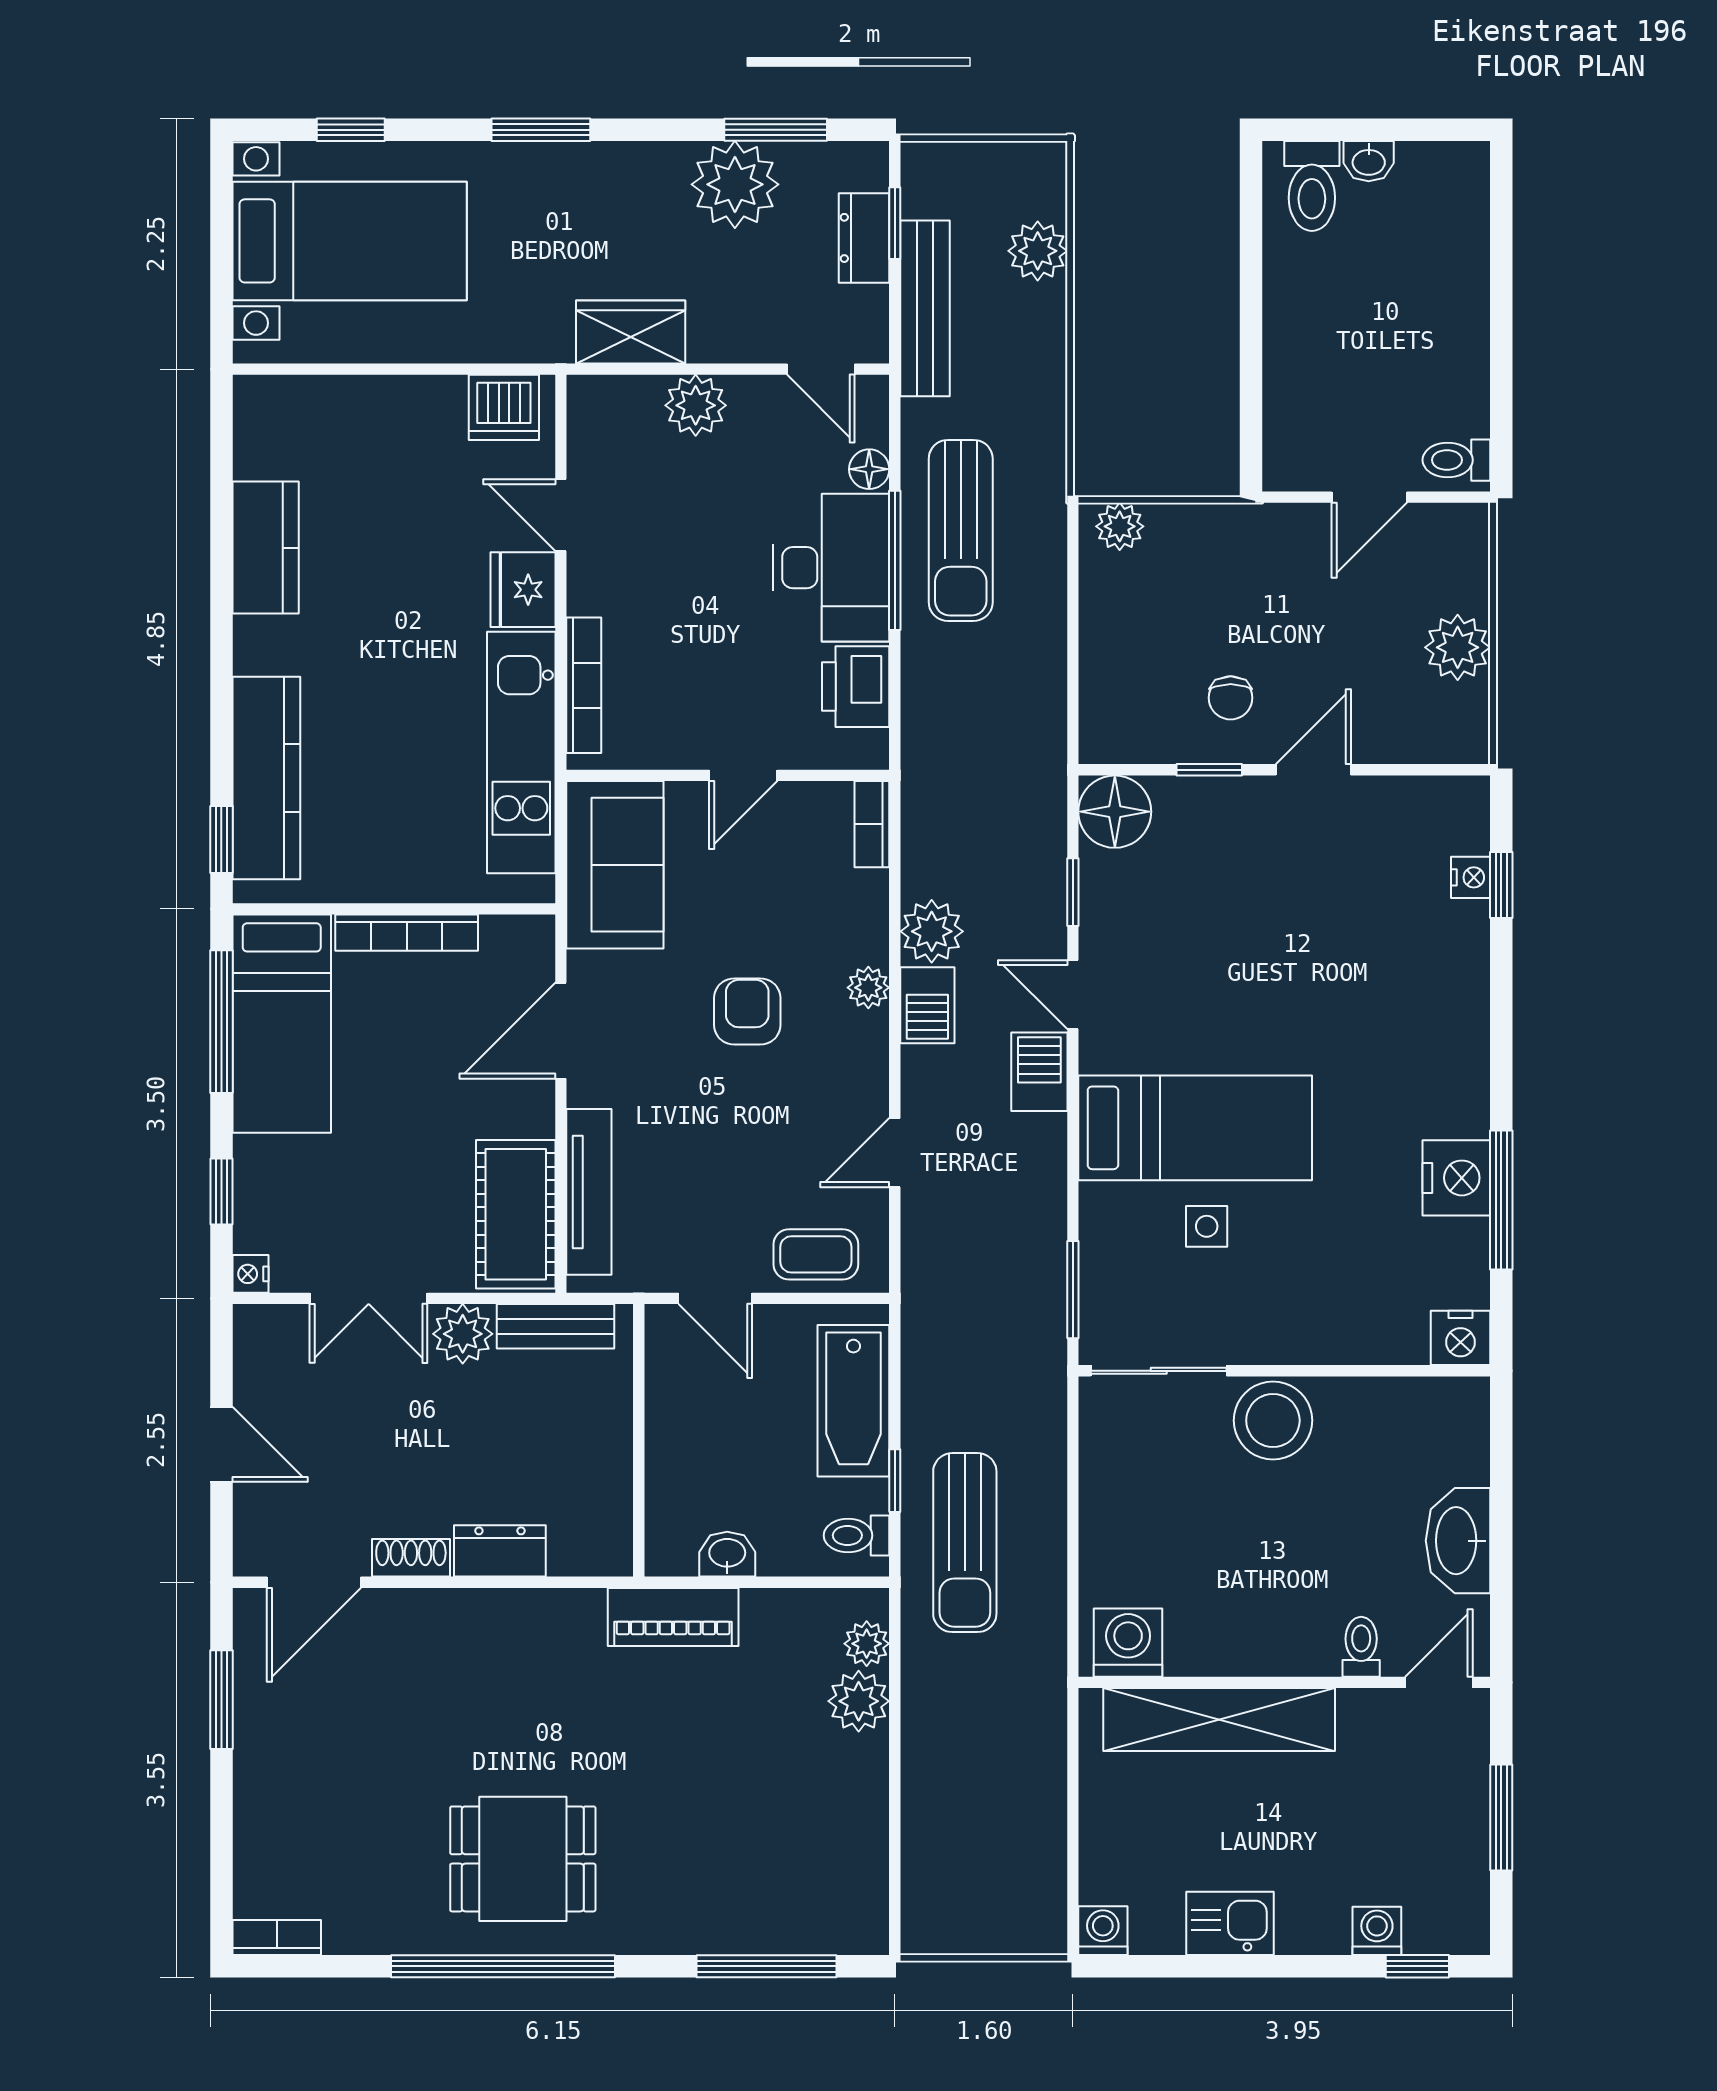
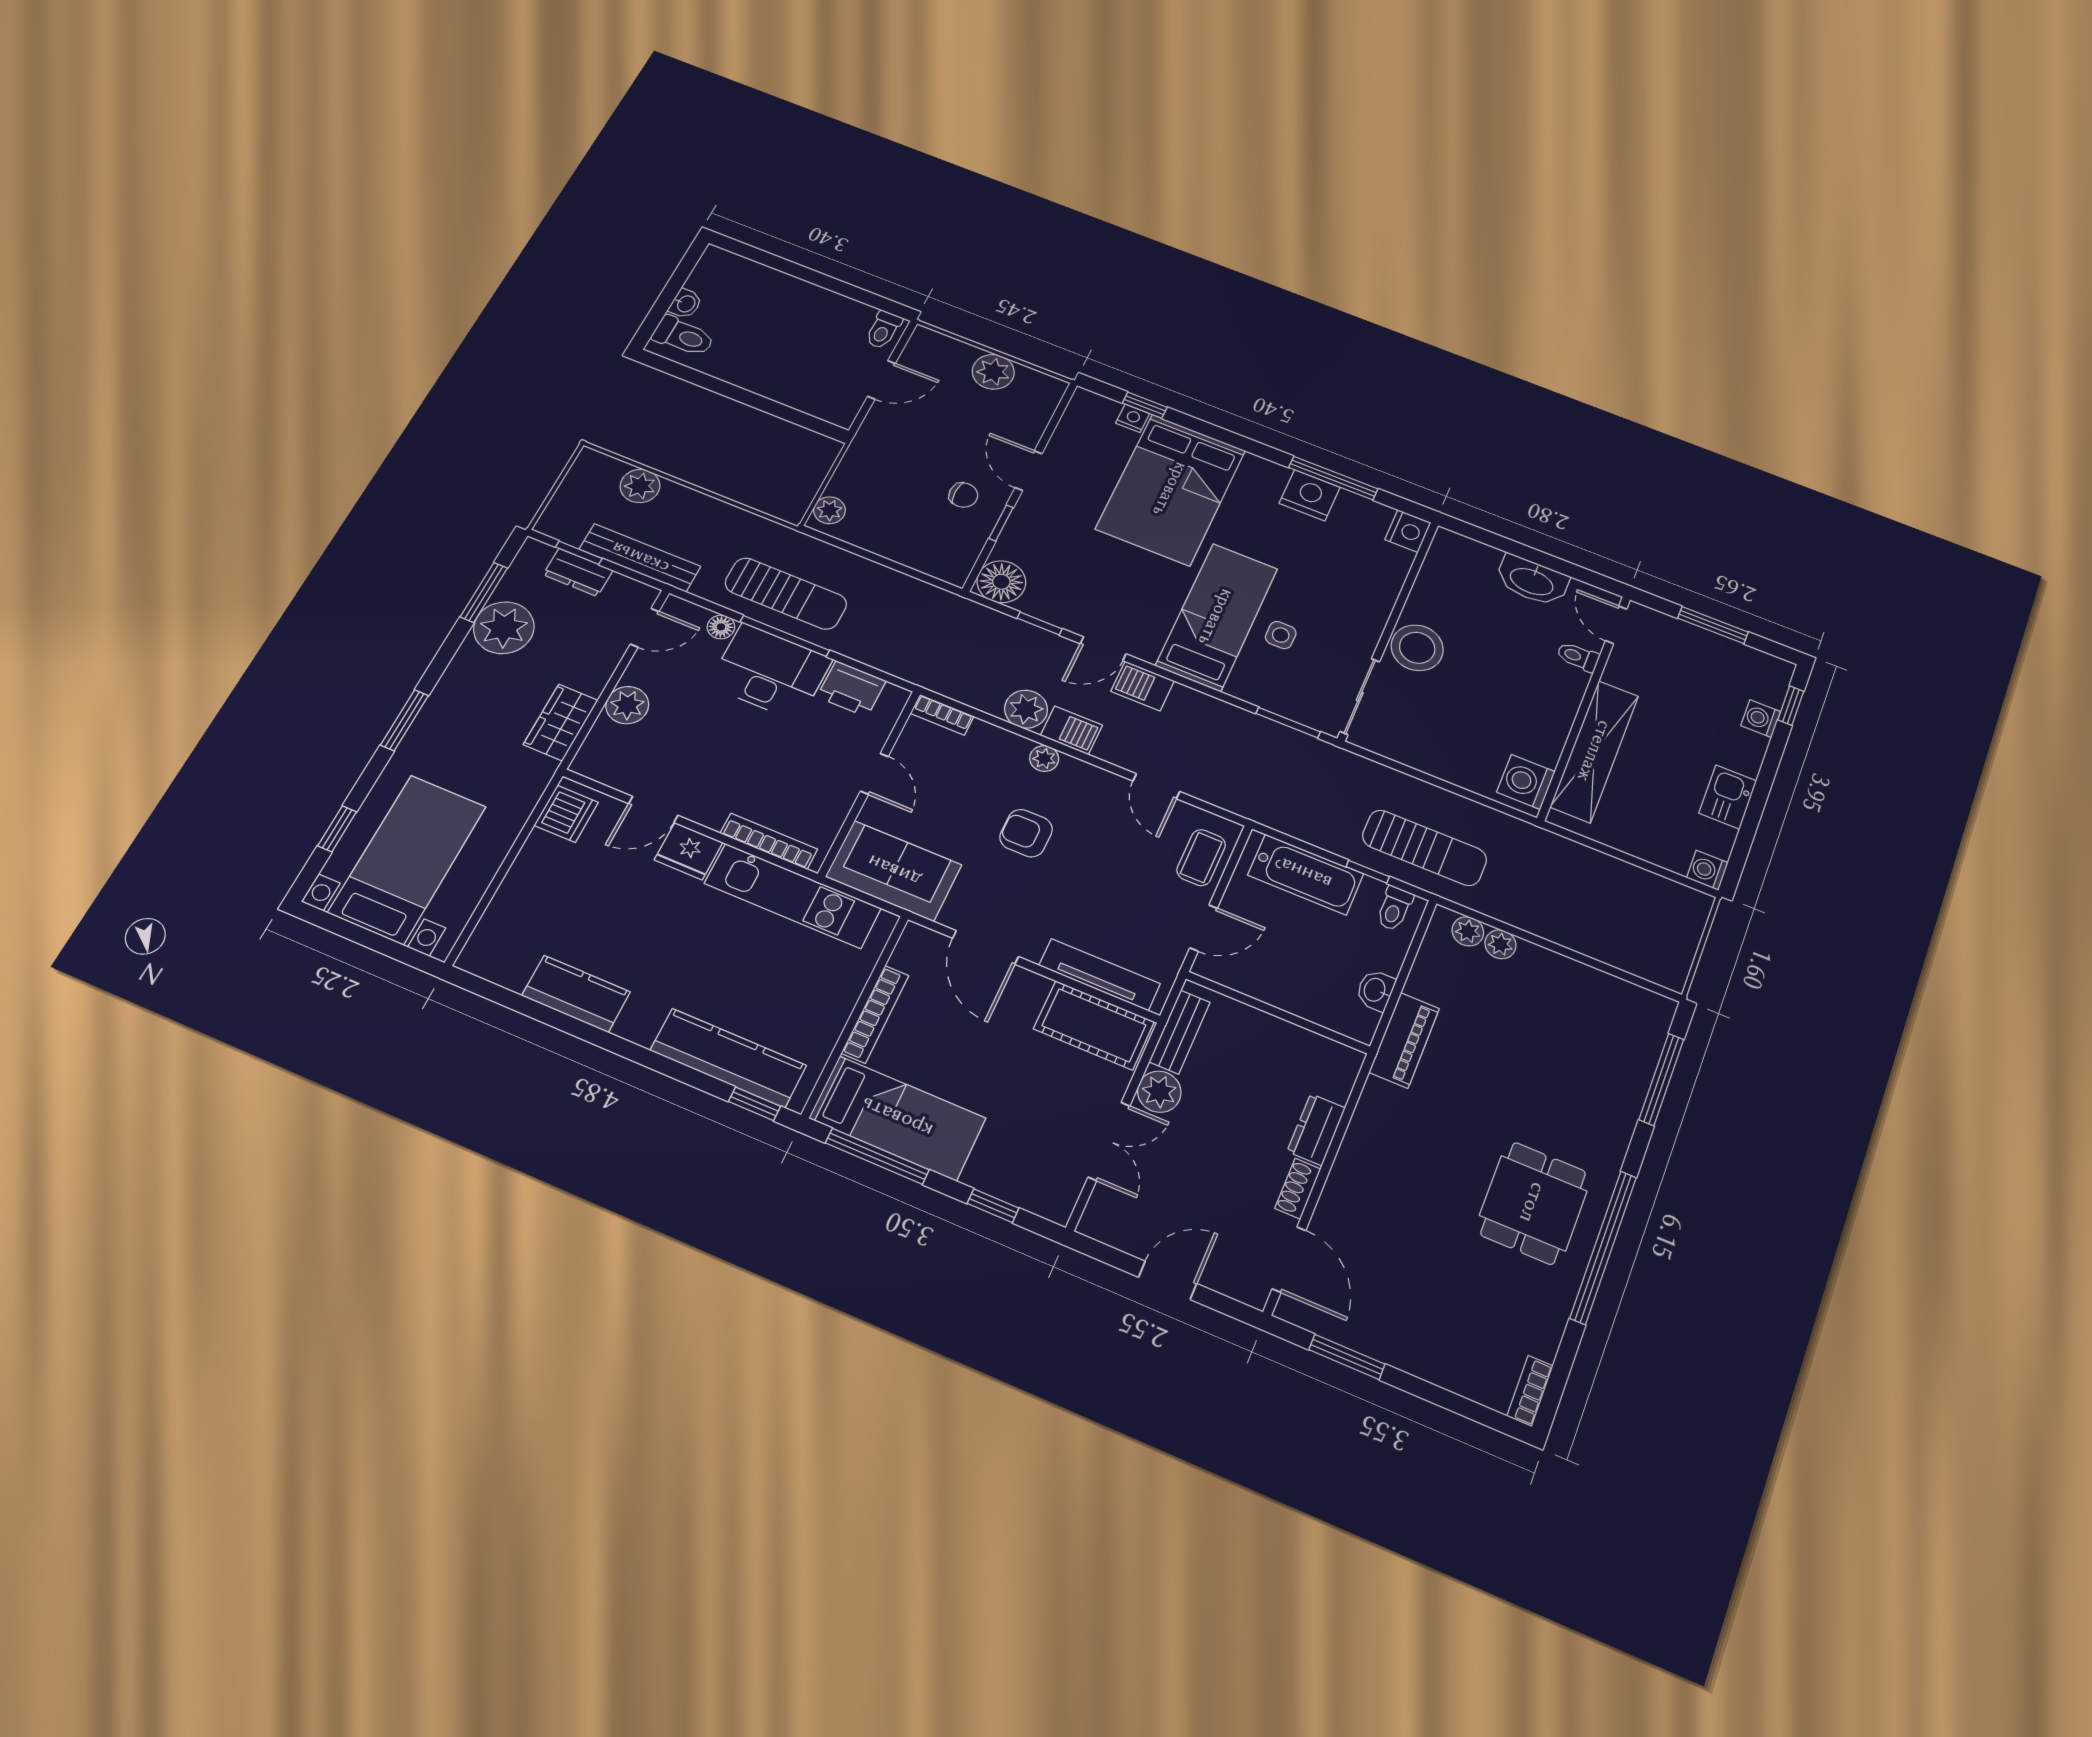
door: (1369, 497) -> (881, 380), hinge flipped
bed: (1375, 980) -> (1171, 489), added
nightstand: (250, 1274) -> (1058, 1211), removed
plant: (859, 1701) -> (1500, 944), width x0.73, depth x0.73

